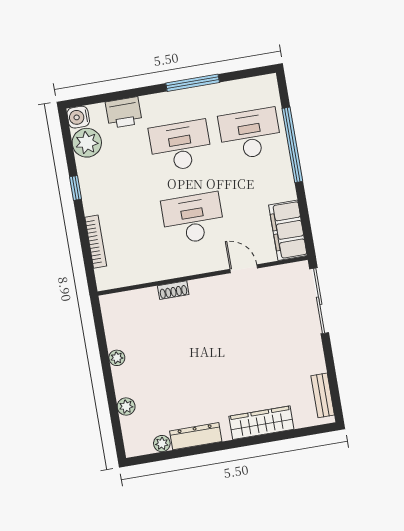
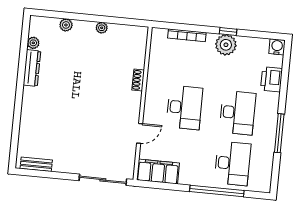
plant: (87, 143) -> (226, 45), moved
wardrobe: (261, 423) -> (29, 116), removed

